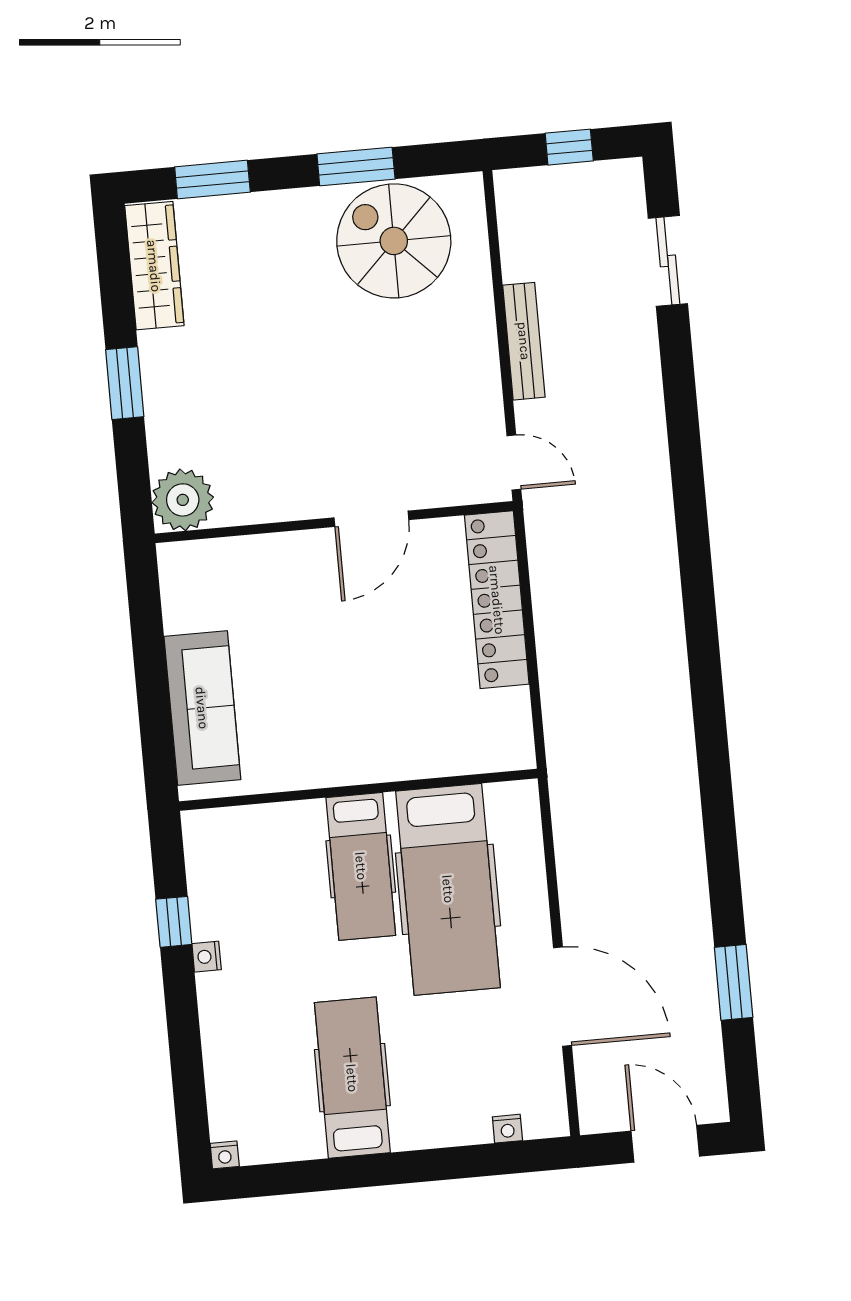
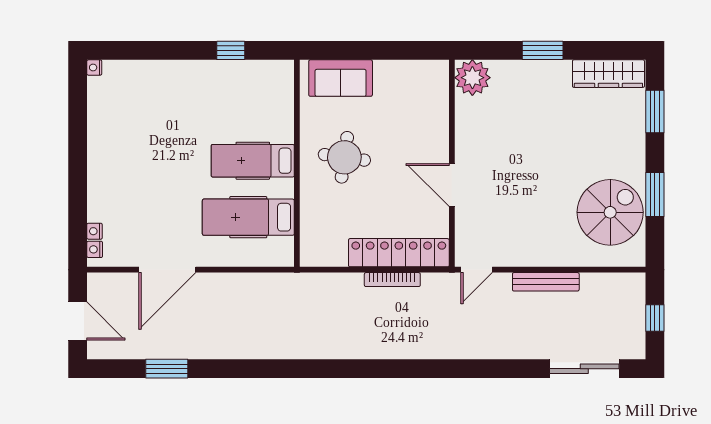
sliding door: (668, 261) -> (584, 369), width x1.37
bookcase: (544, 607) -> (392, 280), added
sofa: (202, 708) -> (341, 78), width x0.73
round table: (341, 709) -> (344, 157), added
hospital bed: (448, 889) -> (248, 217), width x0.73, depth x0.78
nightstand: (207, 957) -> (95, 249), moved, turned -90
hospital bed: (352, 1078) -> (132, 145), removed
door: (665, 1144) -> (78, 321), hinge flipped

